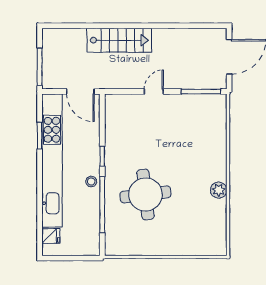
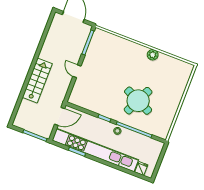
round table: (145, 194) -> (138, 101), turned 32

